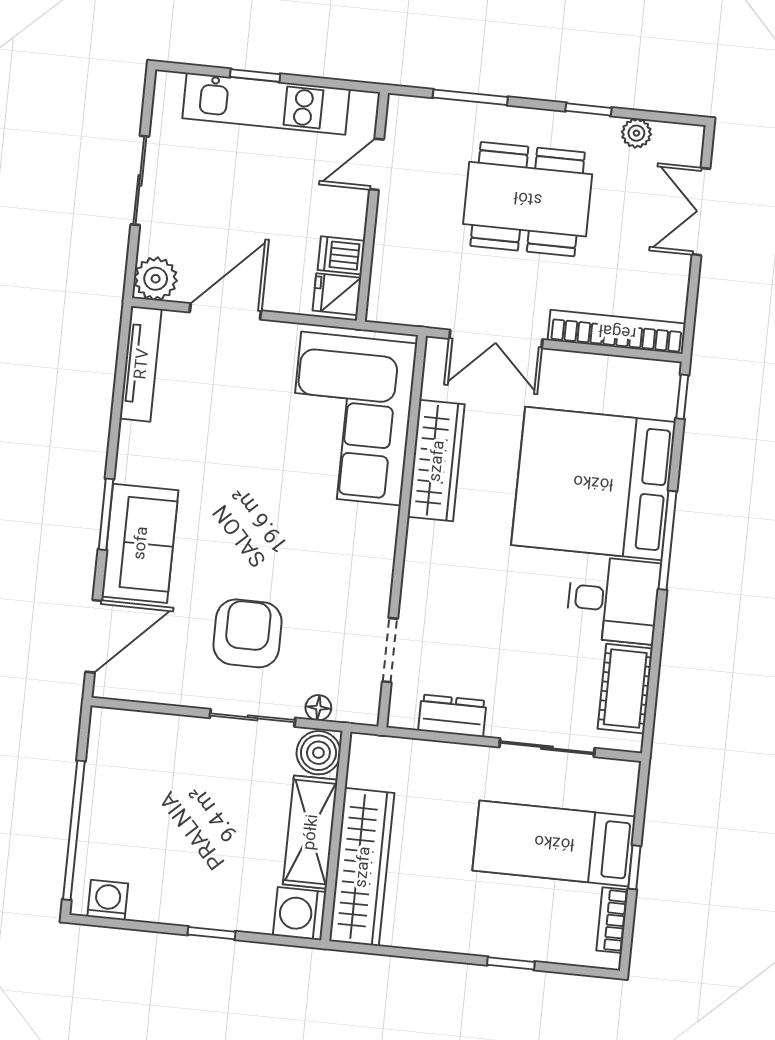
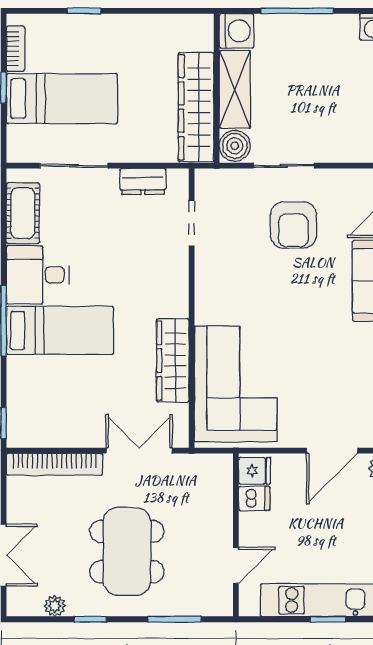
dining table: (528, 199) -> (127, 552), turned 90
bed: (593, 483) -> (60, 330), width x0.49
floor lamp: (318, 708) -> (238, 178), removed
wardrobe: (362, 867) -> (196, 107), moved
window: (211, 933) -> (297, 11), width x2.17

